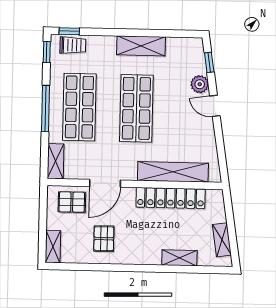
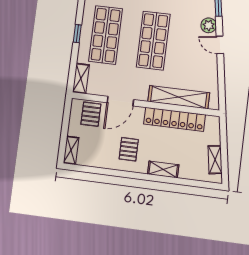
window: (45, 109) -> (77, 34), width x0.46
pallet: (72, 202) -> (91, 114), turned 90
pallet: (104, 239) -> (129, 149), moved
shelving: (179, 258) -> (163, 169), moved

